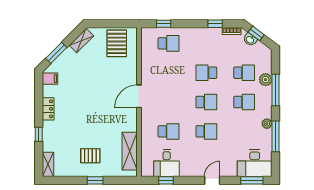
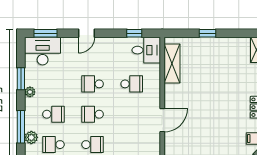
school desk: (244, 102) -> (53, 114), turned 180
school desk: (169, 131) -> (132, 84), turned 180
window: (276, 136) -> (21, 79), width x0.69
pallet: (90, 156) -> (212, 59), removed
desk: (167, 163) -> (146, 50), moved, turned 90

